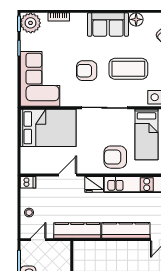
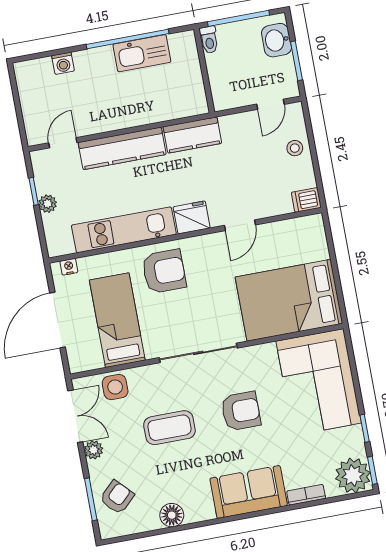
sofa: (108, 25) -> (249, 492), moved
coffee table: (128, 69) -> (169, 428), width x0.73, depth x0.76
kitchen counter: (77, 231) -> (192, 135), width x0.67

